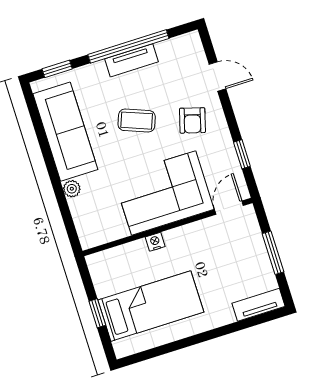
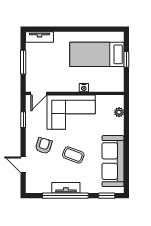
plant: (72, 189) -> (119, 112), moved

